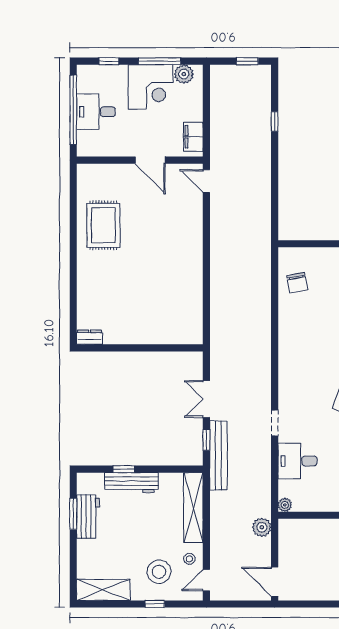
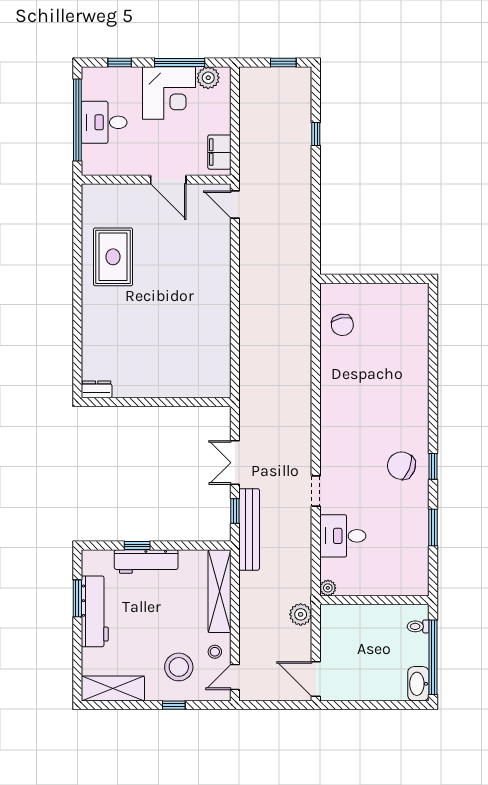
workbench: (88, 517) -> (95, 611), width x1.38

